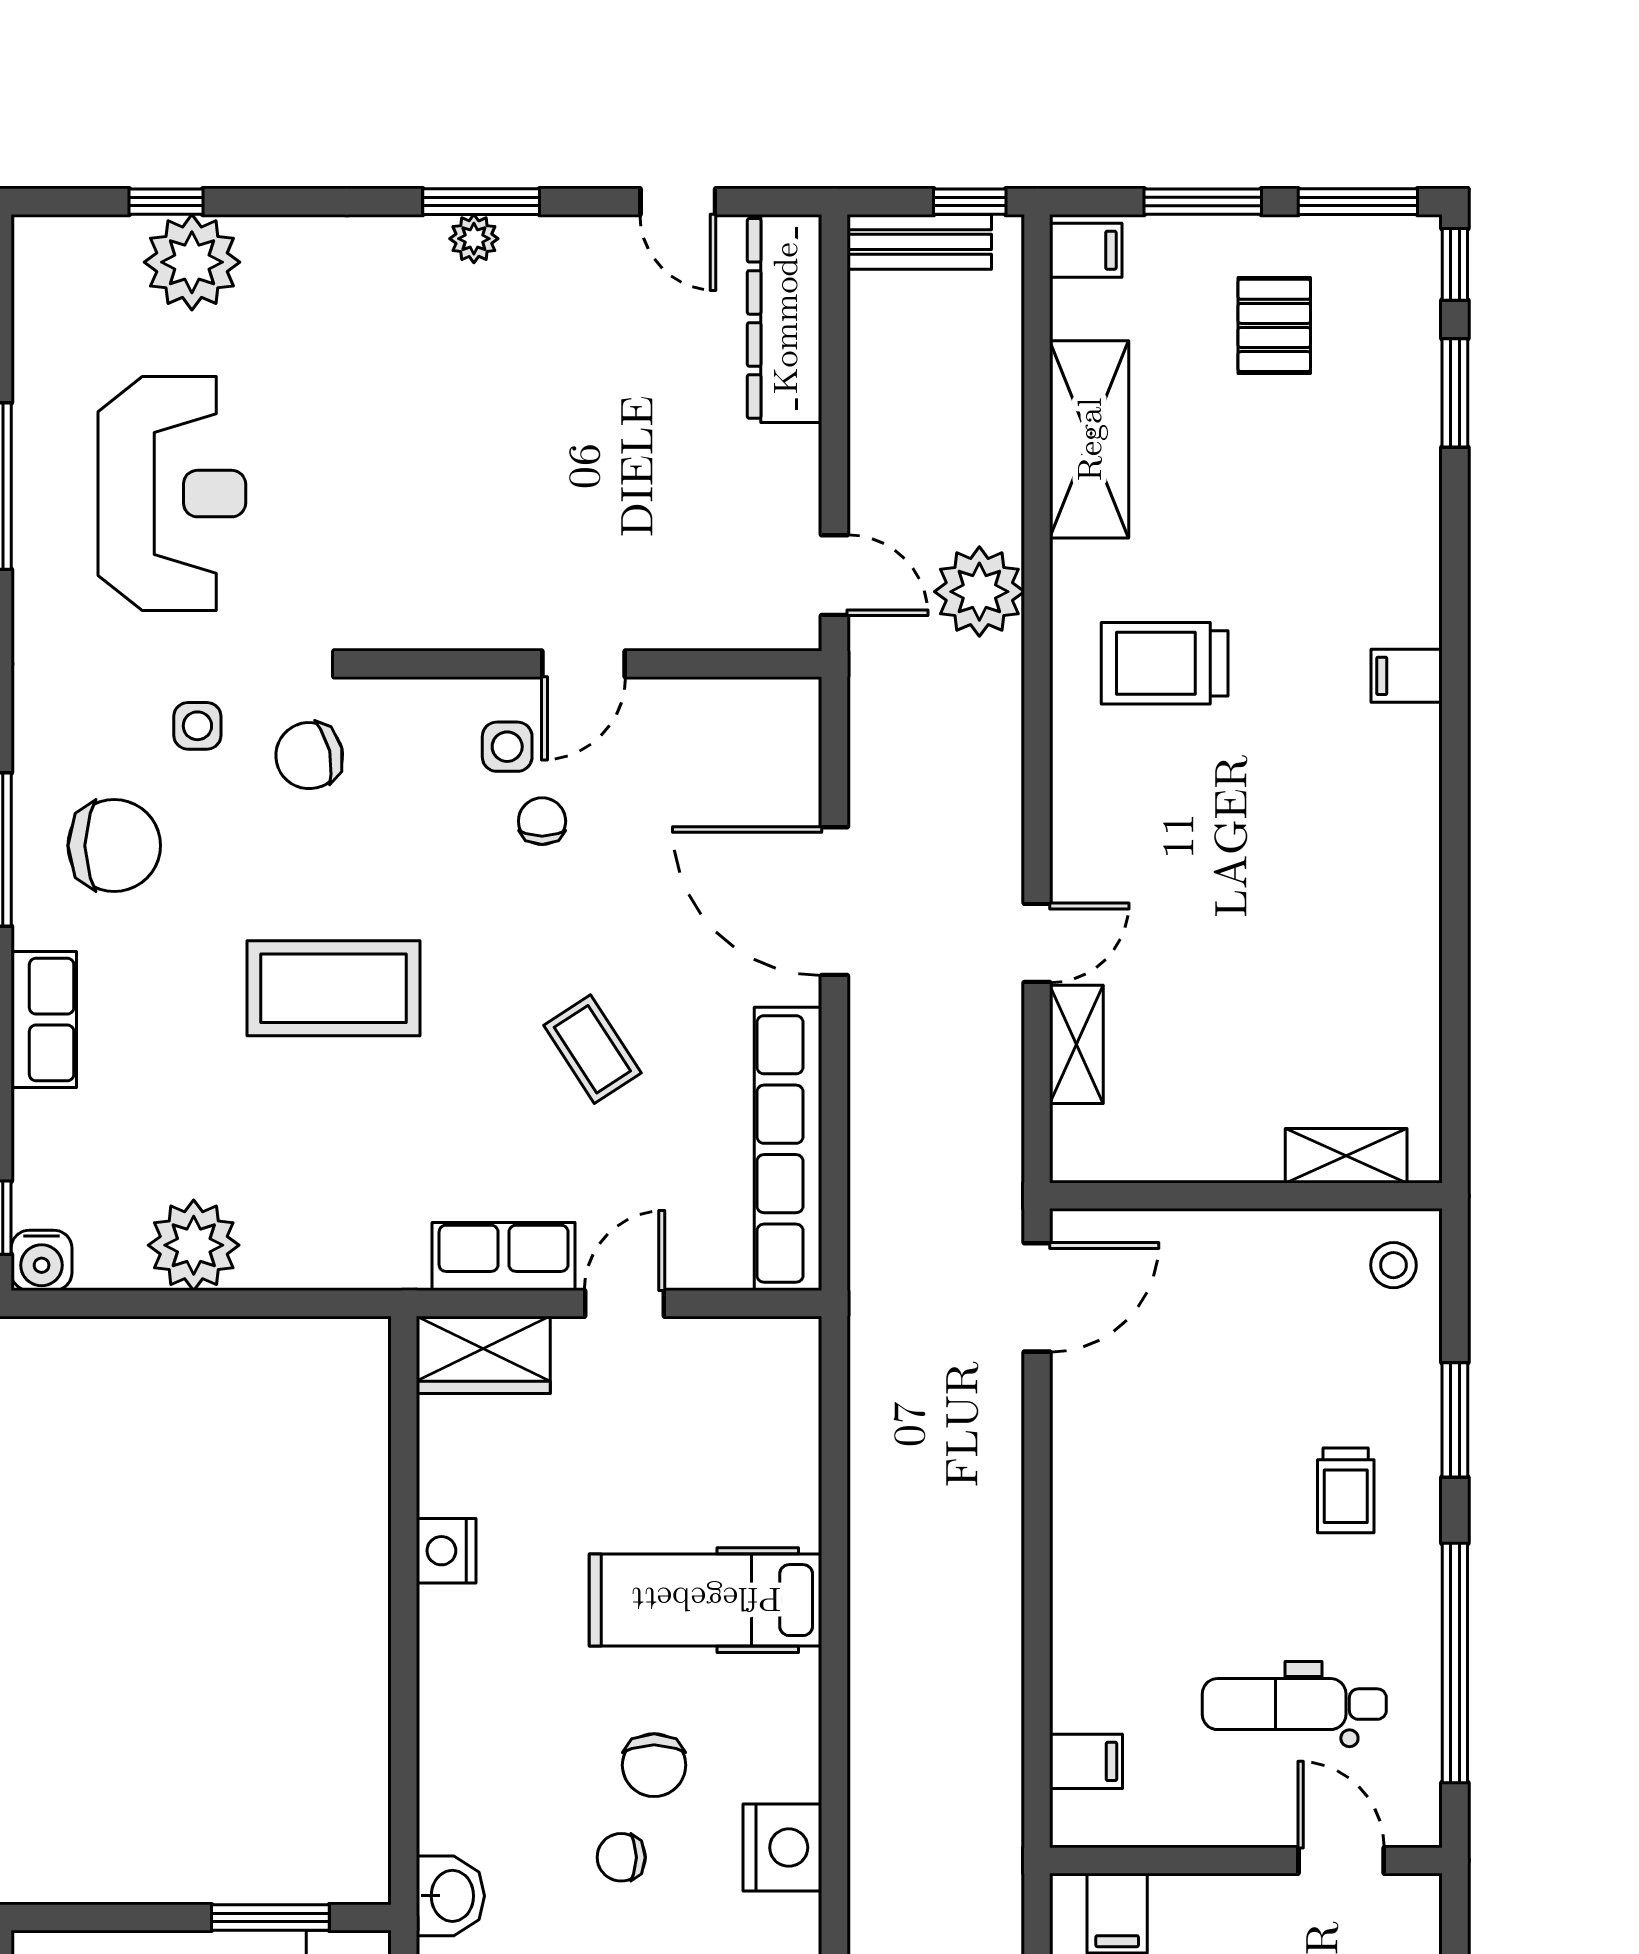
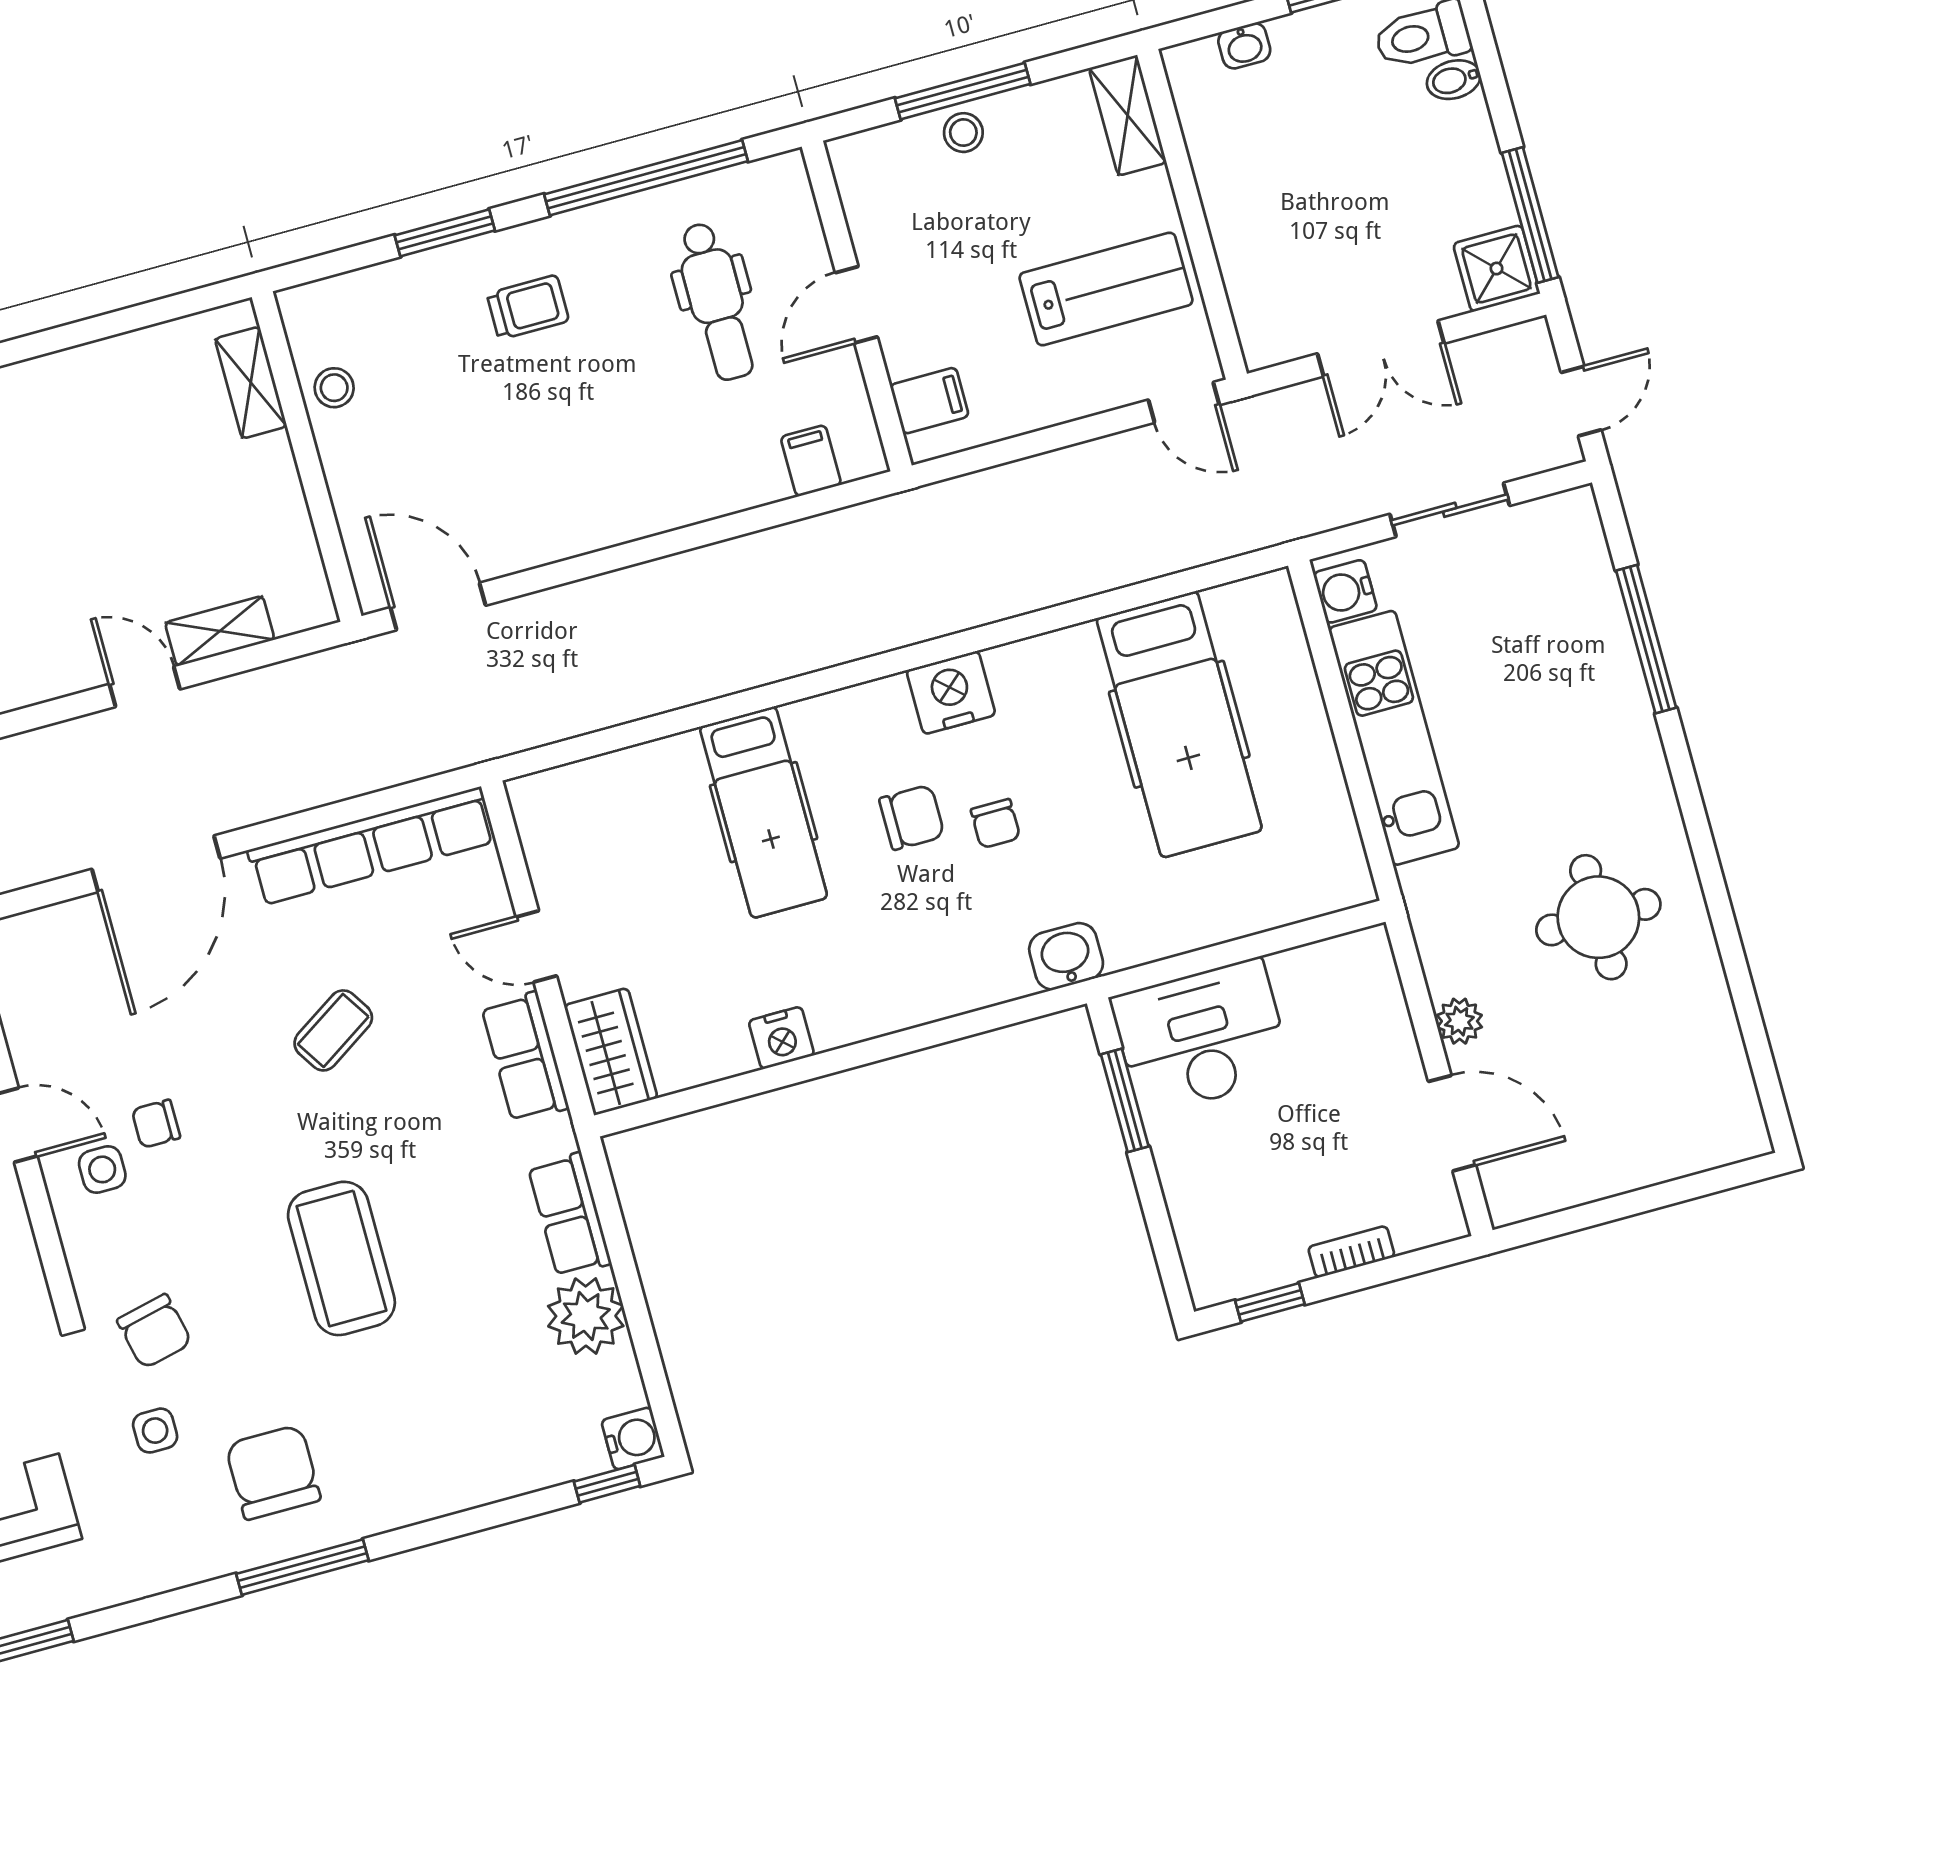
row of seats: (44, 1020) -> (570, 1215), moved, turned -90
stool: (1393, 1265) -> (334, 388), moved
door: (1341, 1861) -> (856, 305), moved

